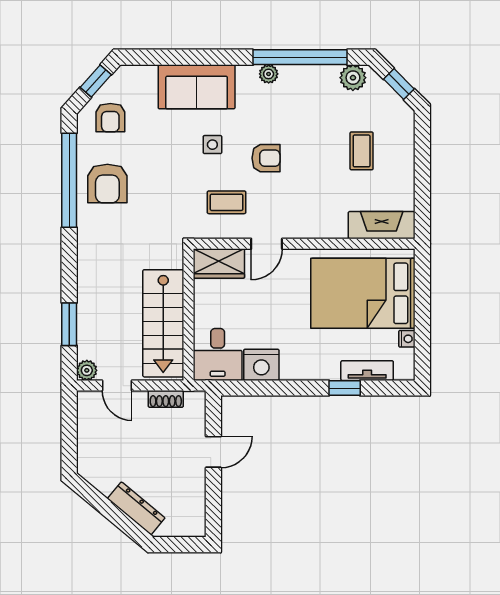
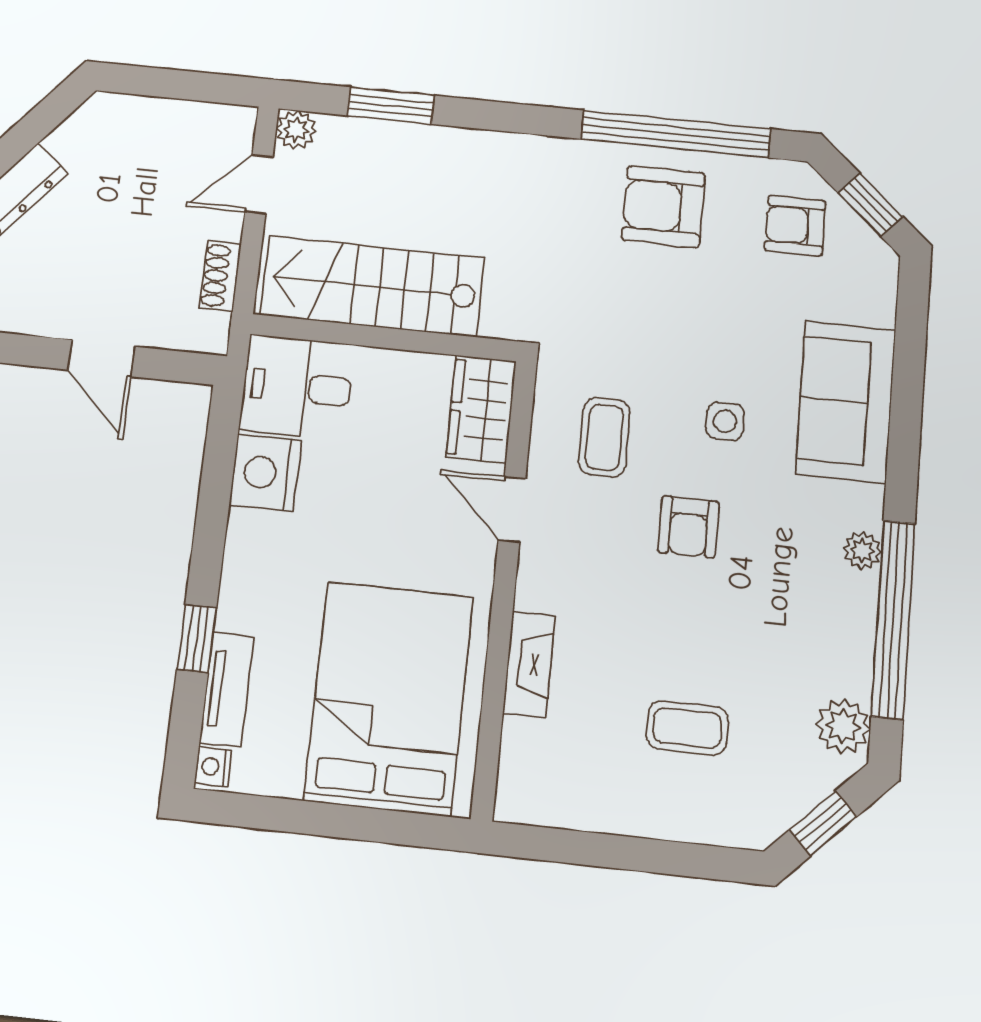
fireplace: (382, 225) -> (529, 664), moved, width x0.73, depth x0.76
nightstand: (407, 339) -> (213, 767), moved, turned 90

